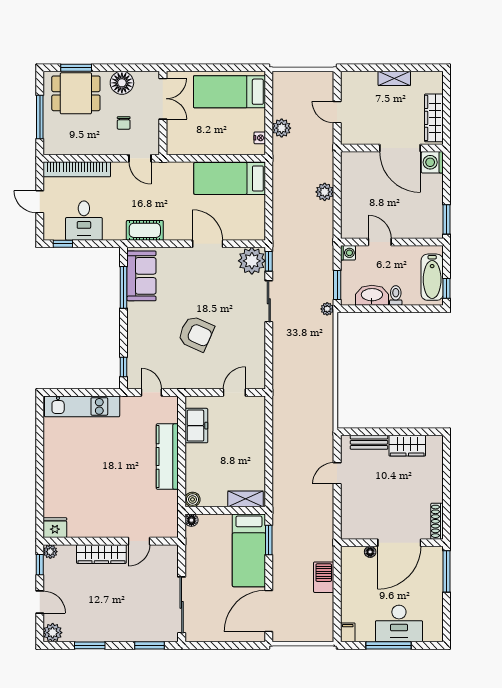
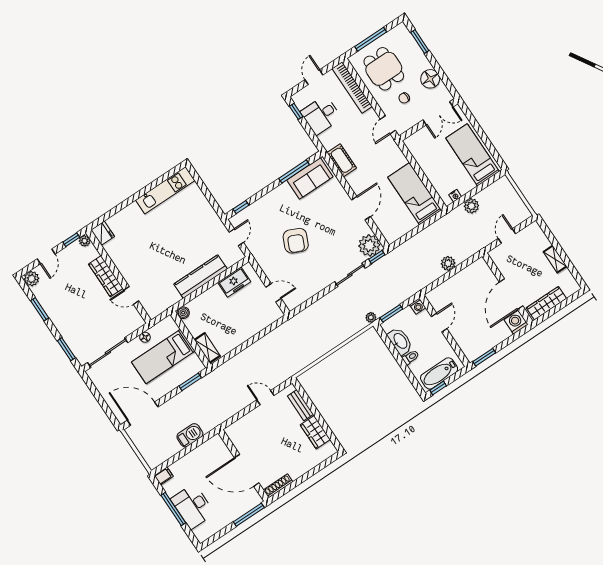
dining table: (76, 93) -> (384, 69), moved
kitchen unit: (82, 406) -> (165, 190), moved, turned -90
floor lamp: (191, 520) -> (145, 337), moved
bed: (249, 550) -> (163, 356), moved
floor lamp: (370, 552) -> (228, 455), removed

